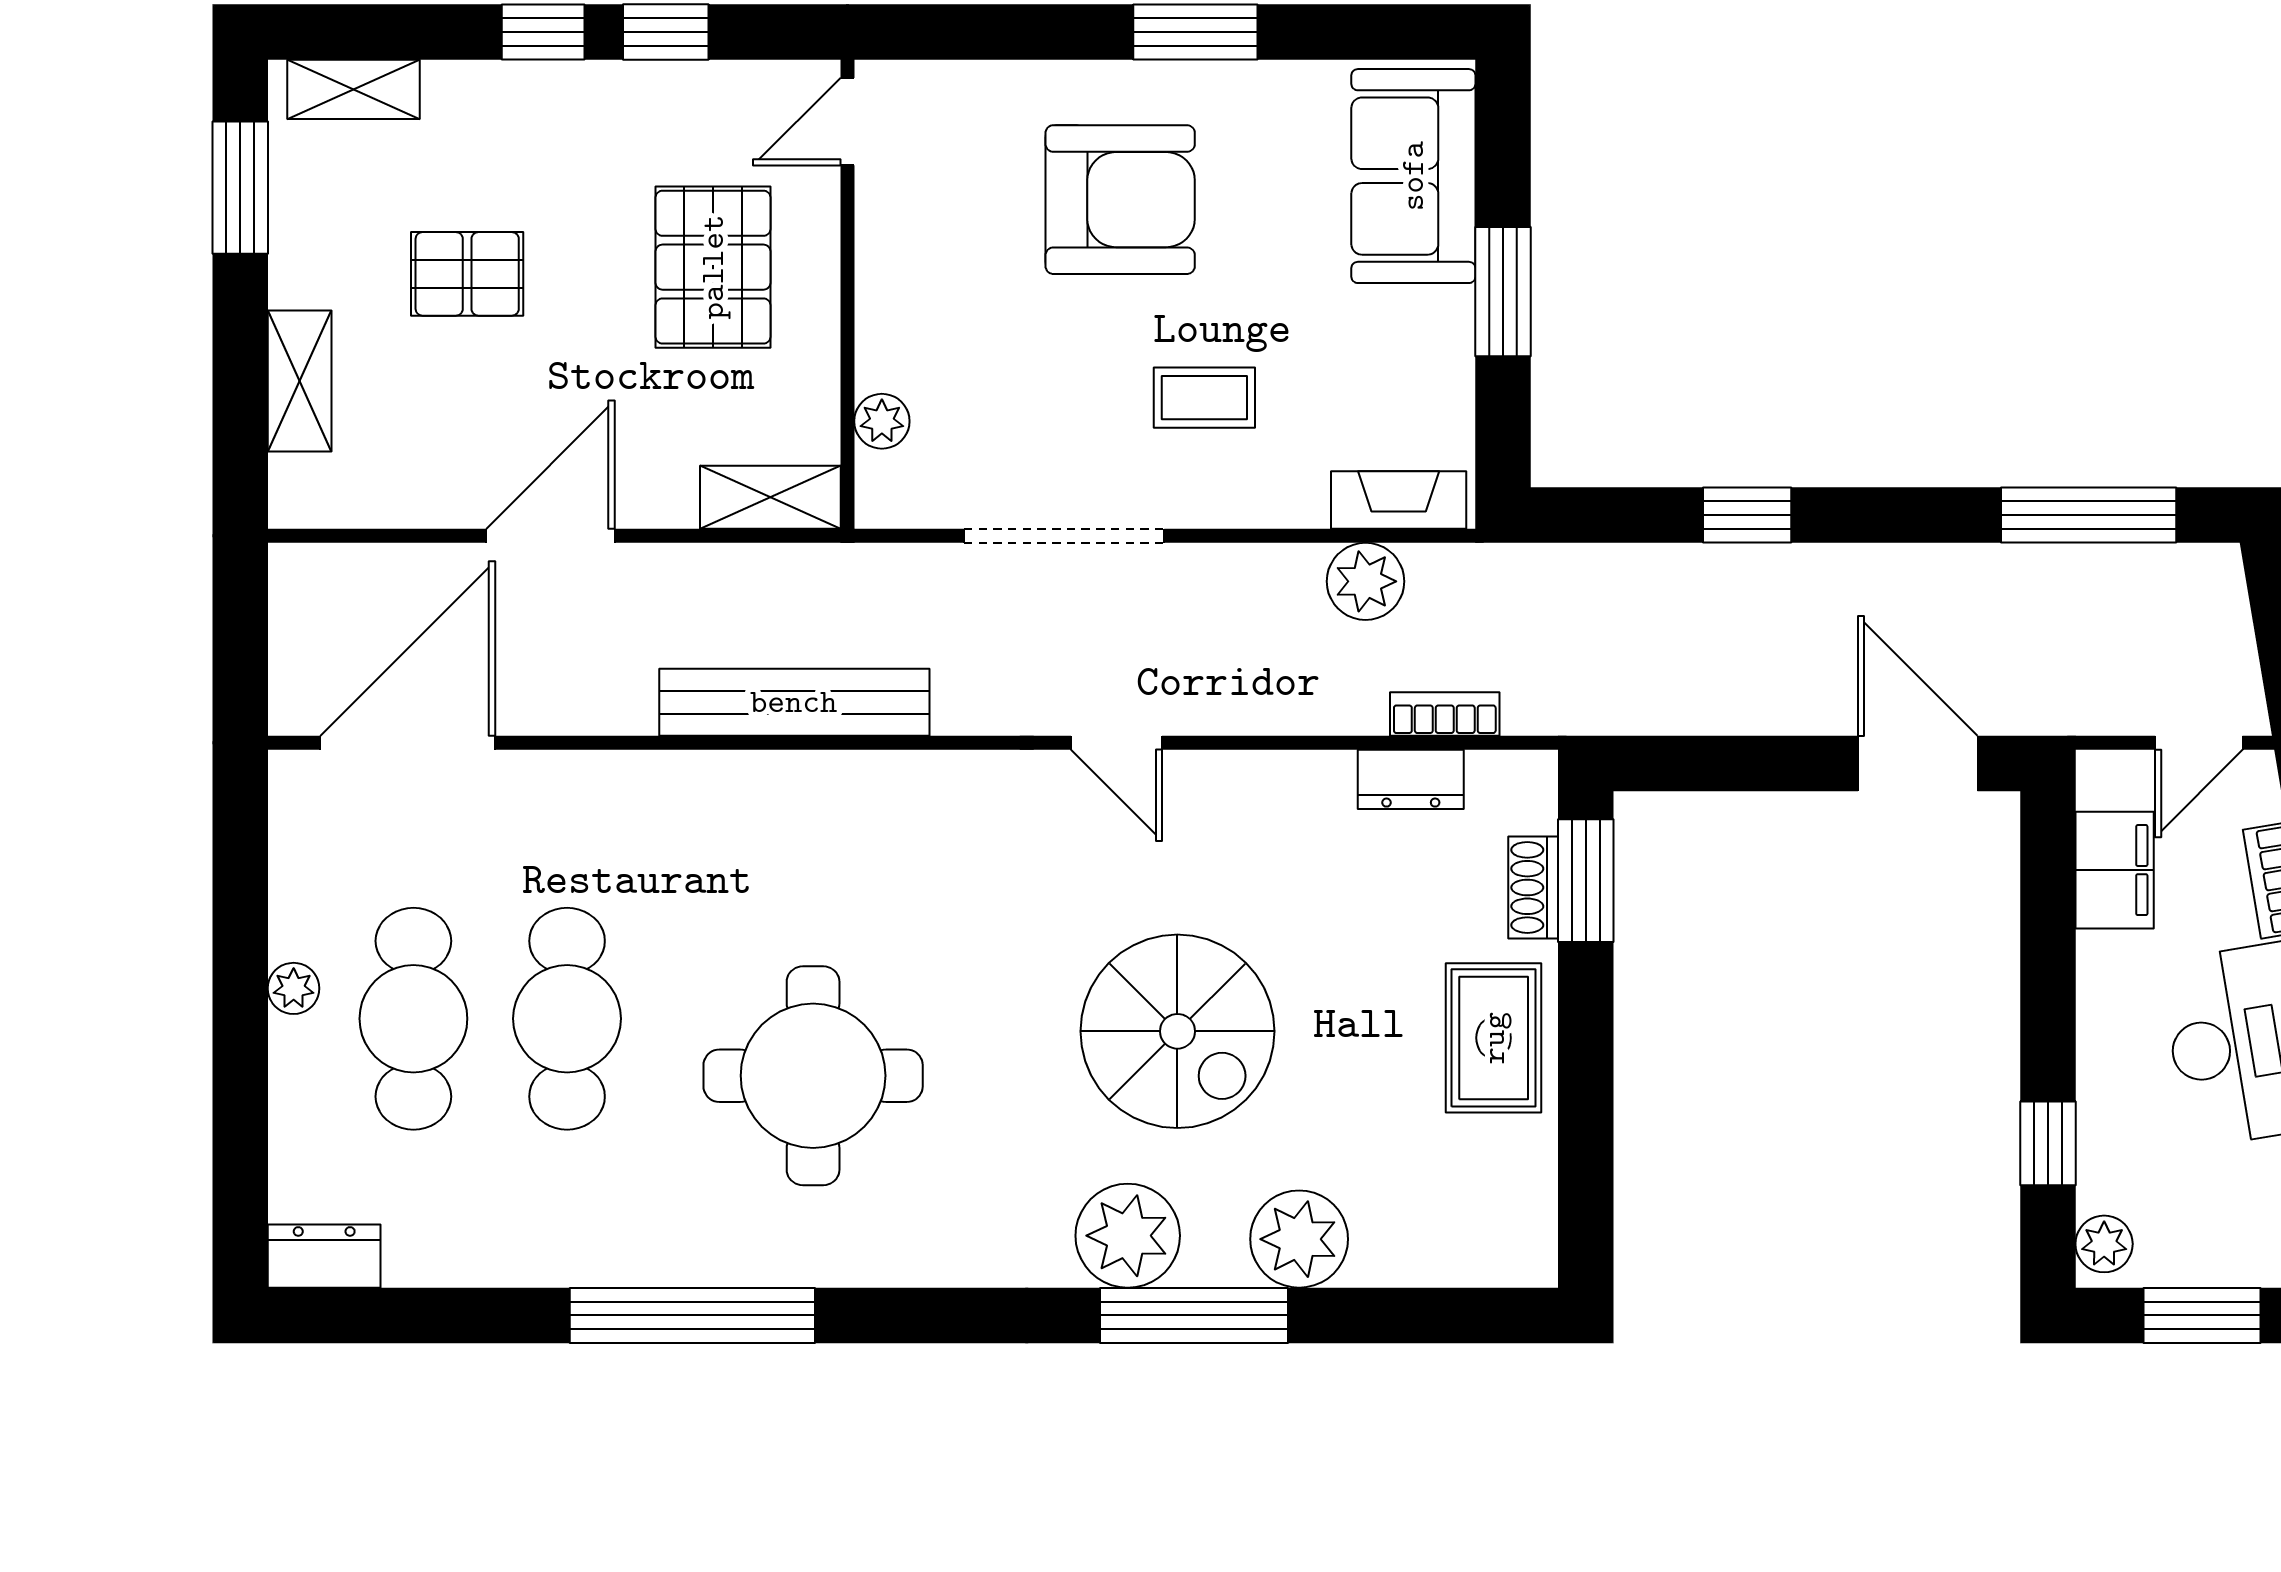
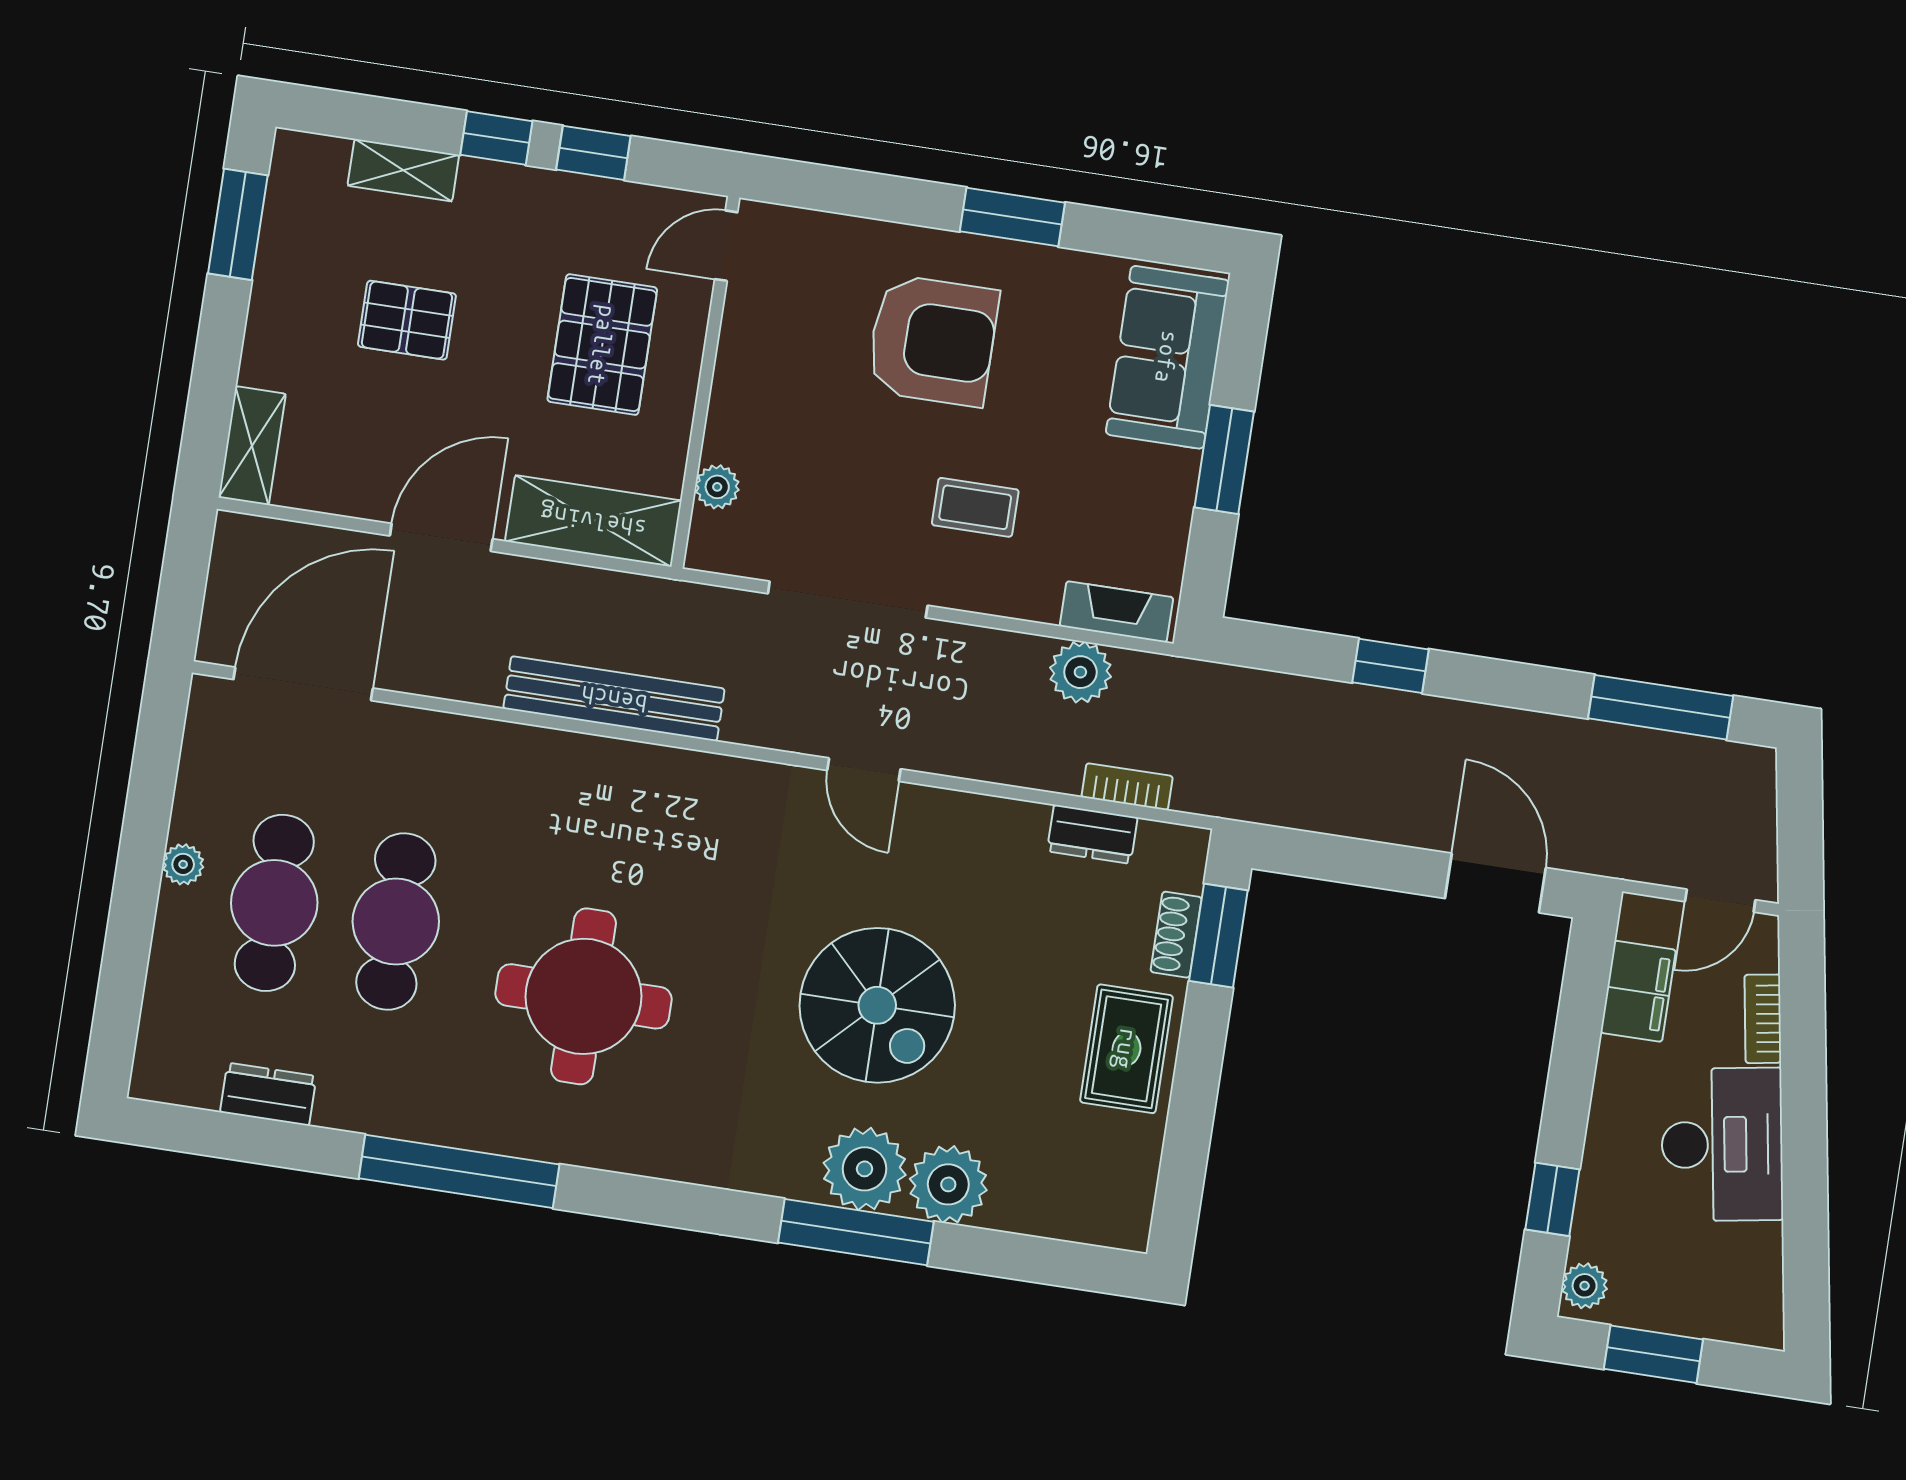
shelving: (353, 89) -> (403, 170), moved
shelving: (300, 381) -> (252, 446), moved
shelving: (770, 497) -> (593, 521), width x1.50, depth x1.33
plant: (1128, 1236) -> (865, 1169), moved
dresser: (324, 1256) -> (268, 1094), moved

